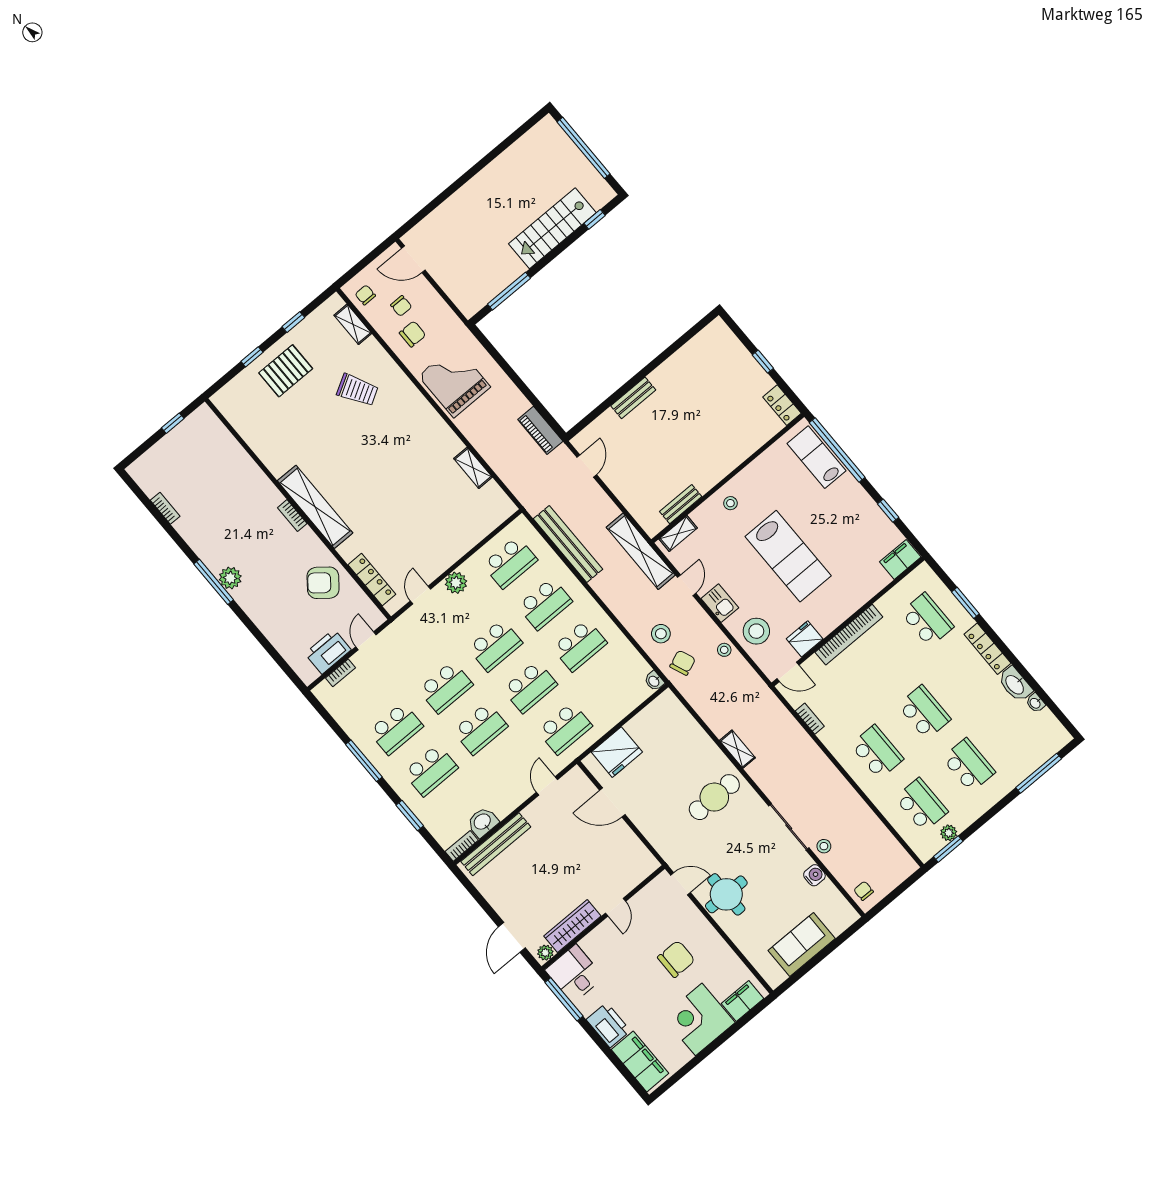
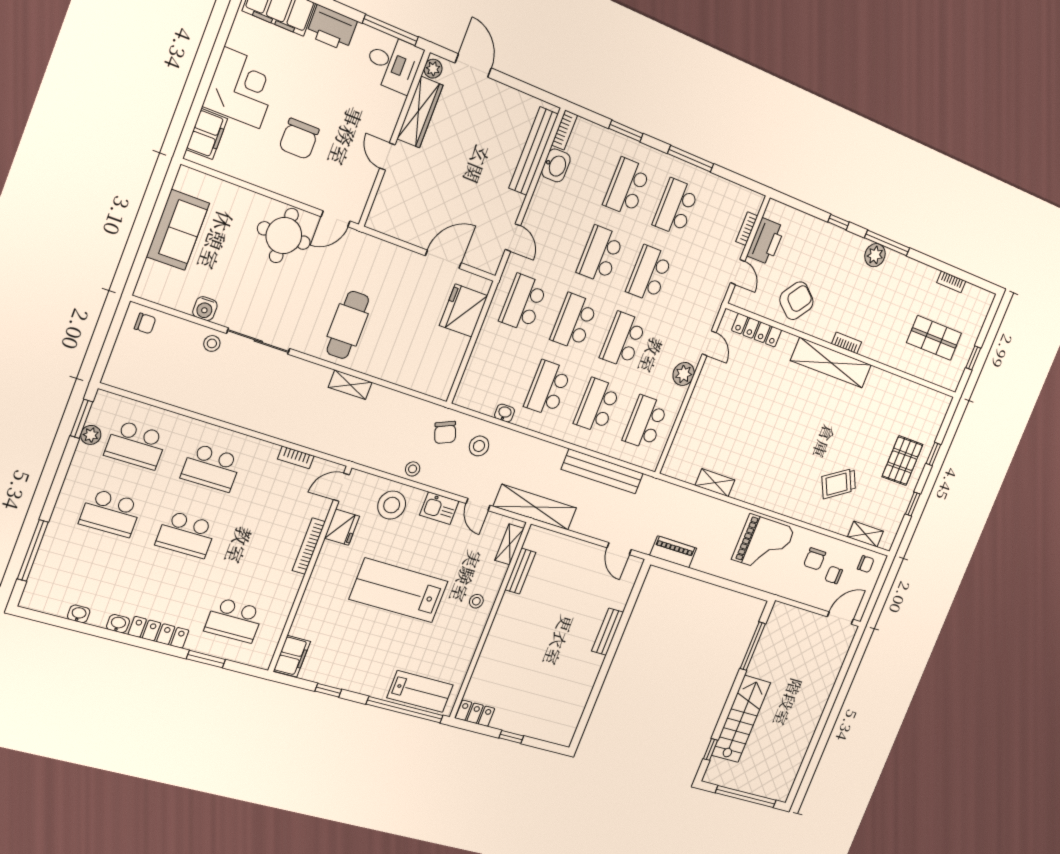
shop shelf: (204, 467) -> (934, 338), added
window: (252, 628) -> (839, 222), added
bookcase: (849, 635) -> (309, 546), width x0.68, depth x0.76
washbasin: (654, 681) -> (505, 413), moved
washbasin: (1015, 684) -> (118, 624), width x0.52, depth x0.69

